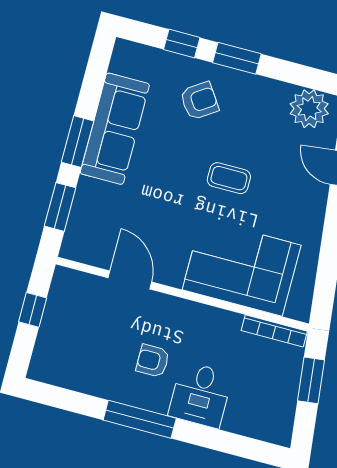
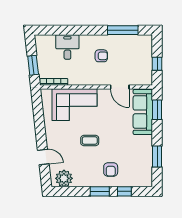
armchair: (199, 101) -> (111, 170), turned -56
sofa: (115, 129) -> (143, 112), moved
window: (77, 142) -> (157, 157), moved
desk: (200, 395) -> (67, 47), moved
window: (140, 419) -> (123, 30), moved

